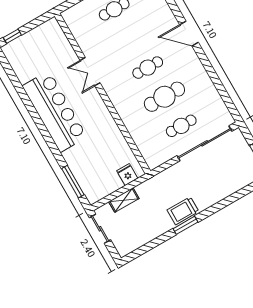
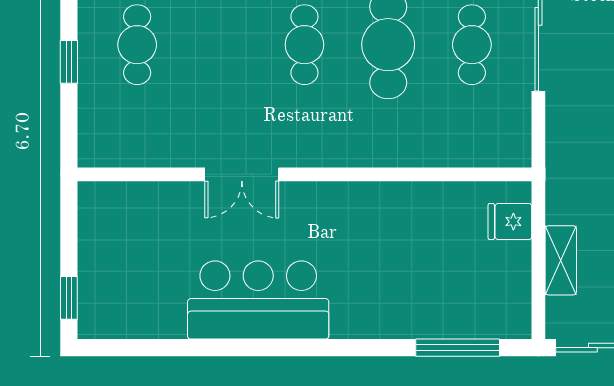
bar counter: (55, 112) -> (258, 300), width x0.73

